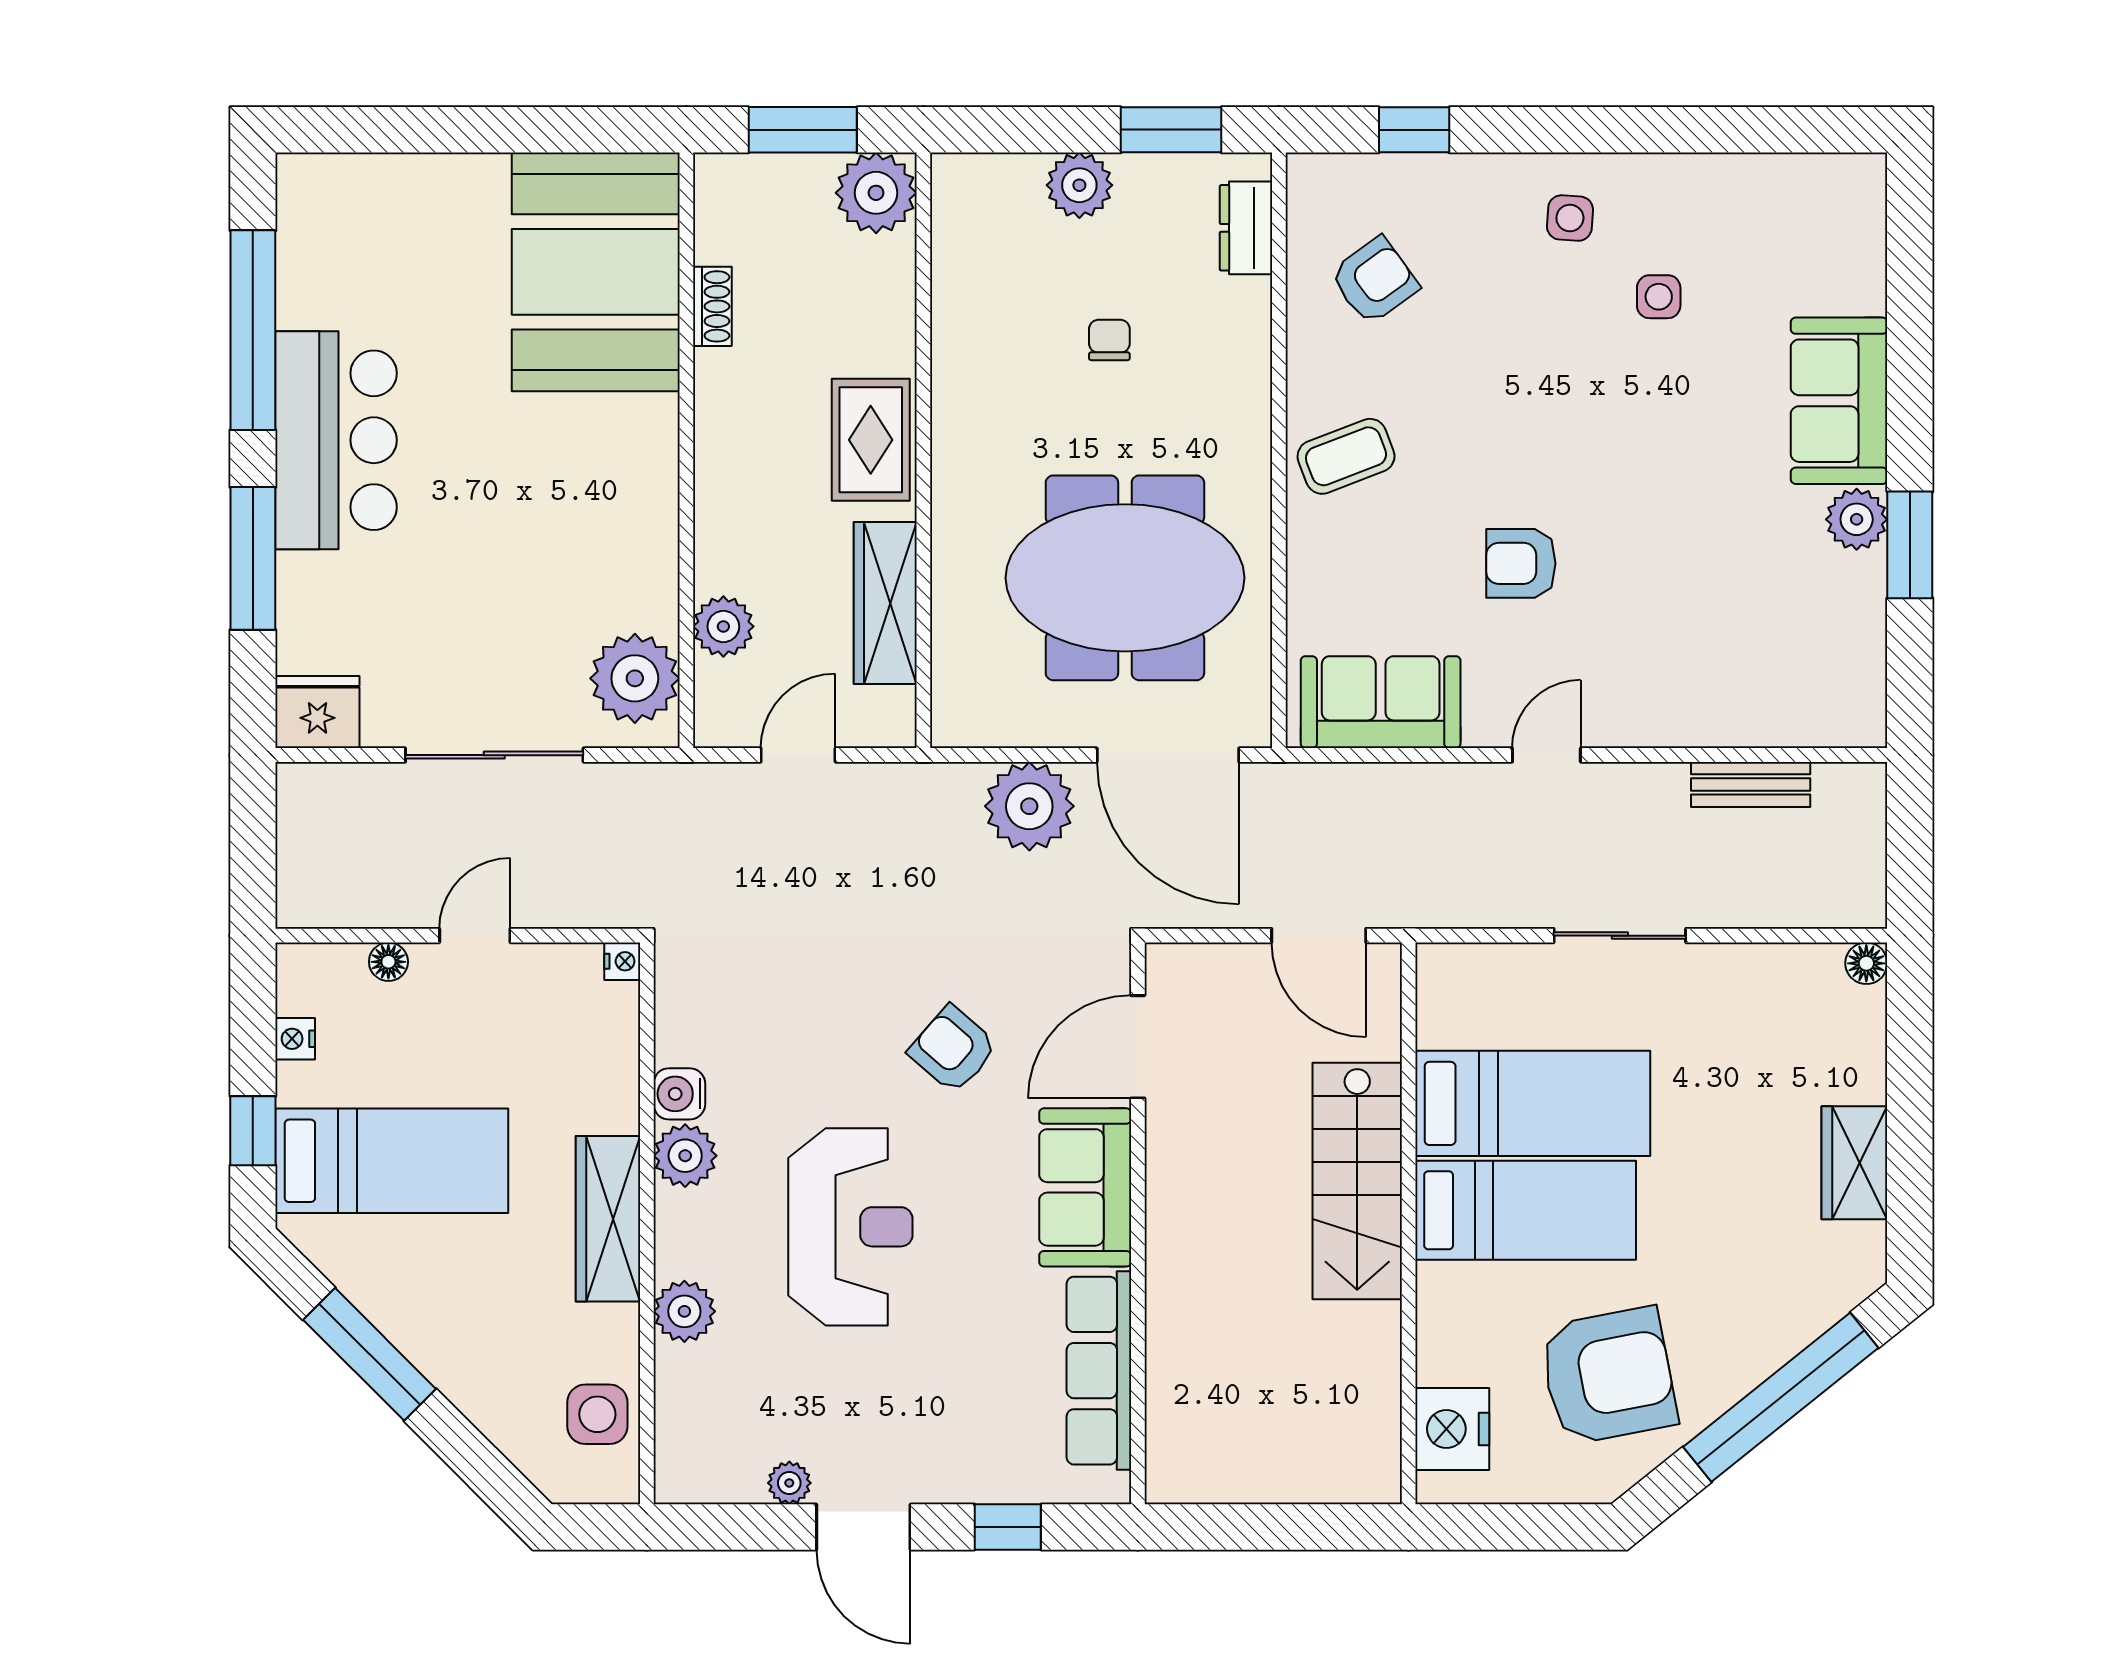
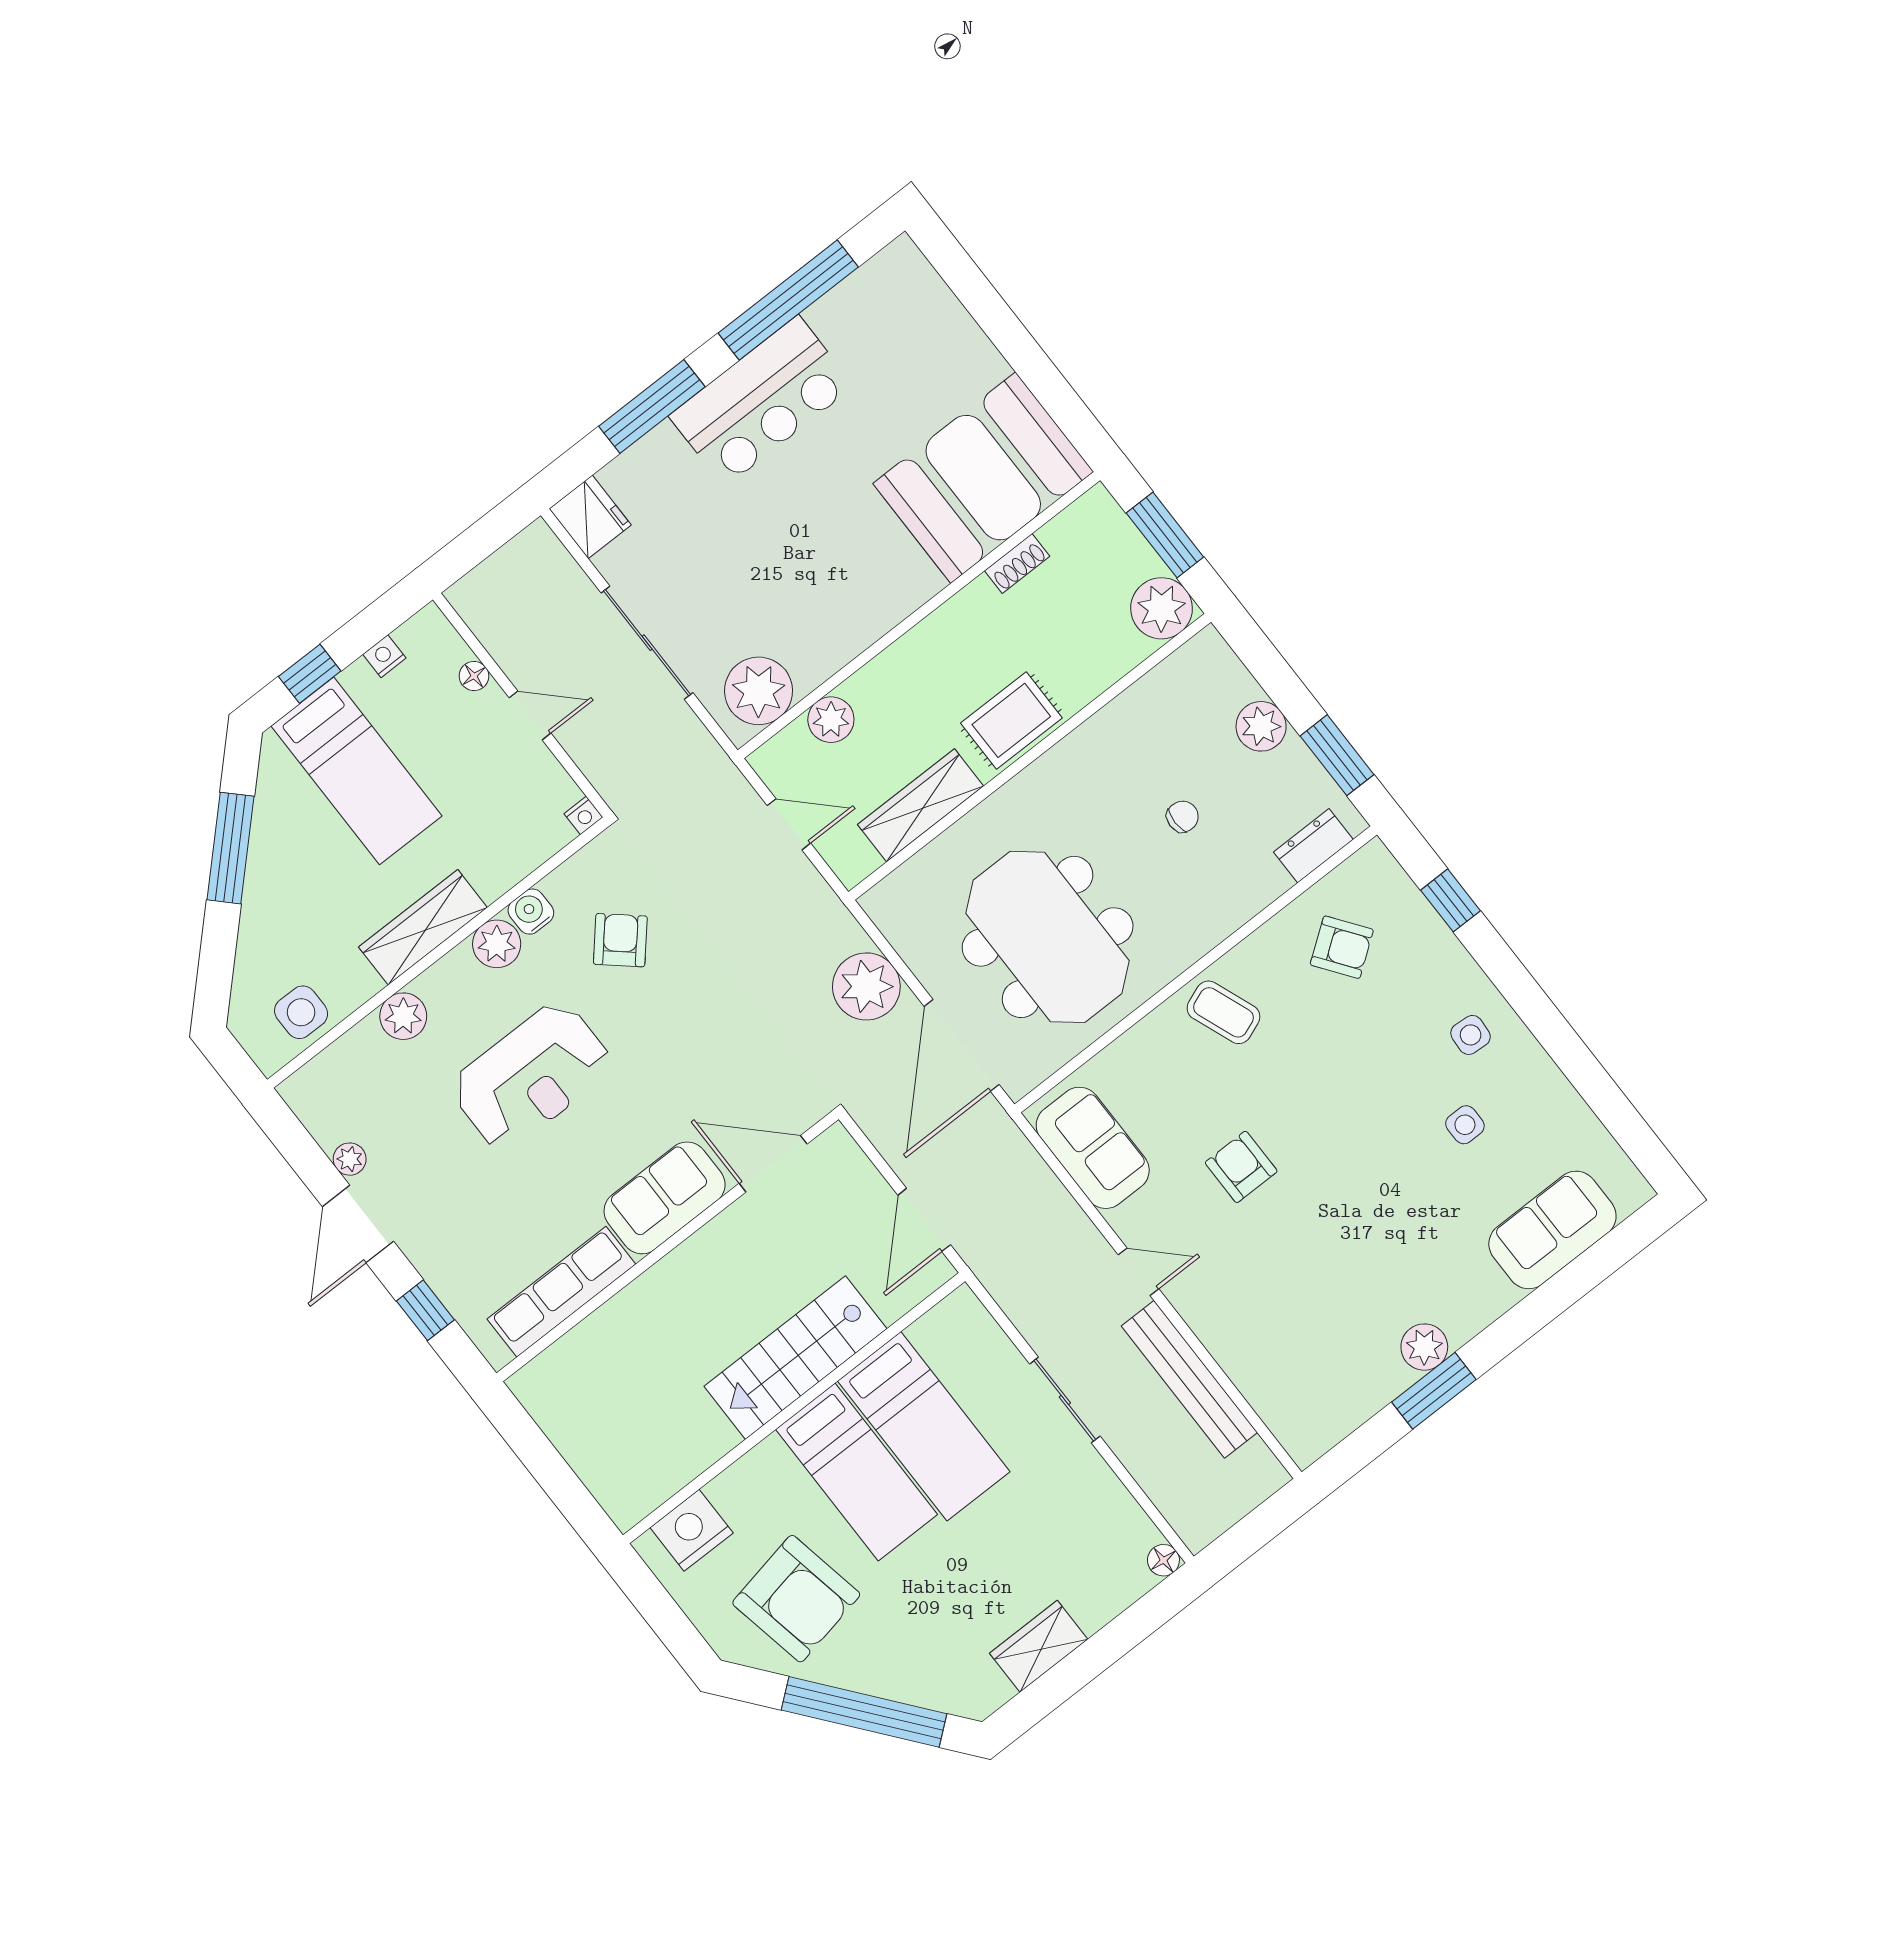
sofa: (1839, 401) -> (1552, 1230), moved
bench: (1751, 784) -> (1189, 1379), width x1.86, depth x1.21
armchair: (953, 1049) -> (620, 940), moved

